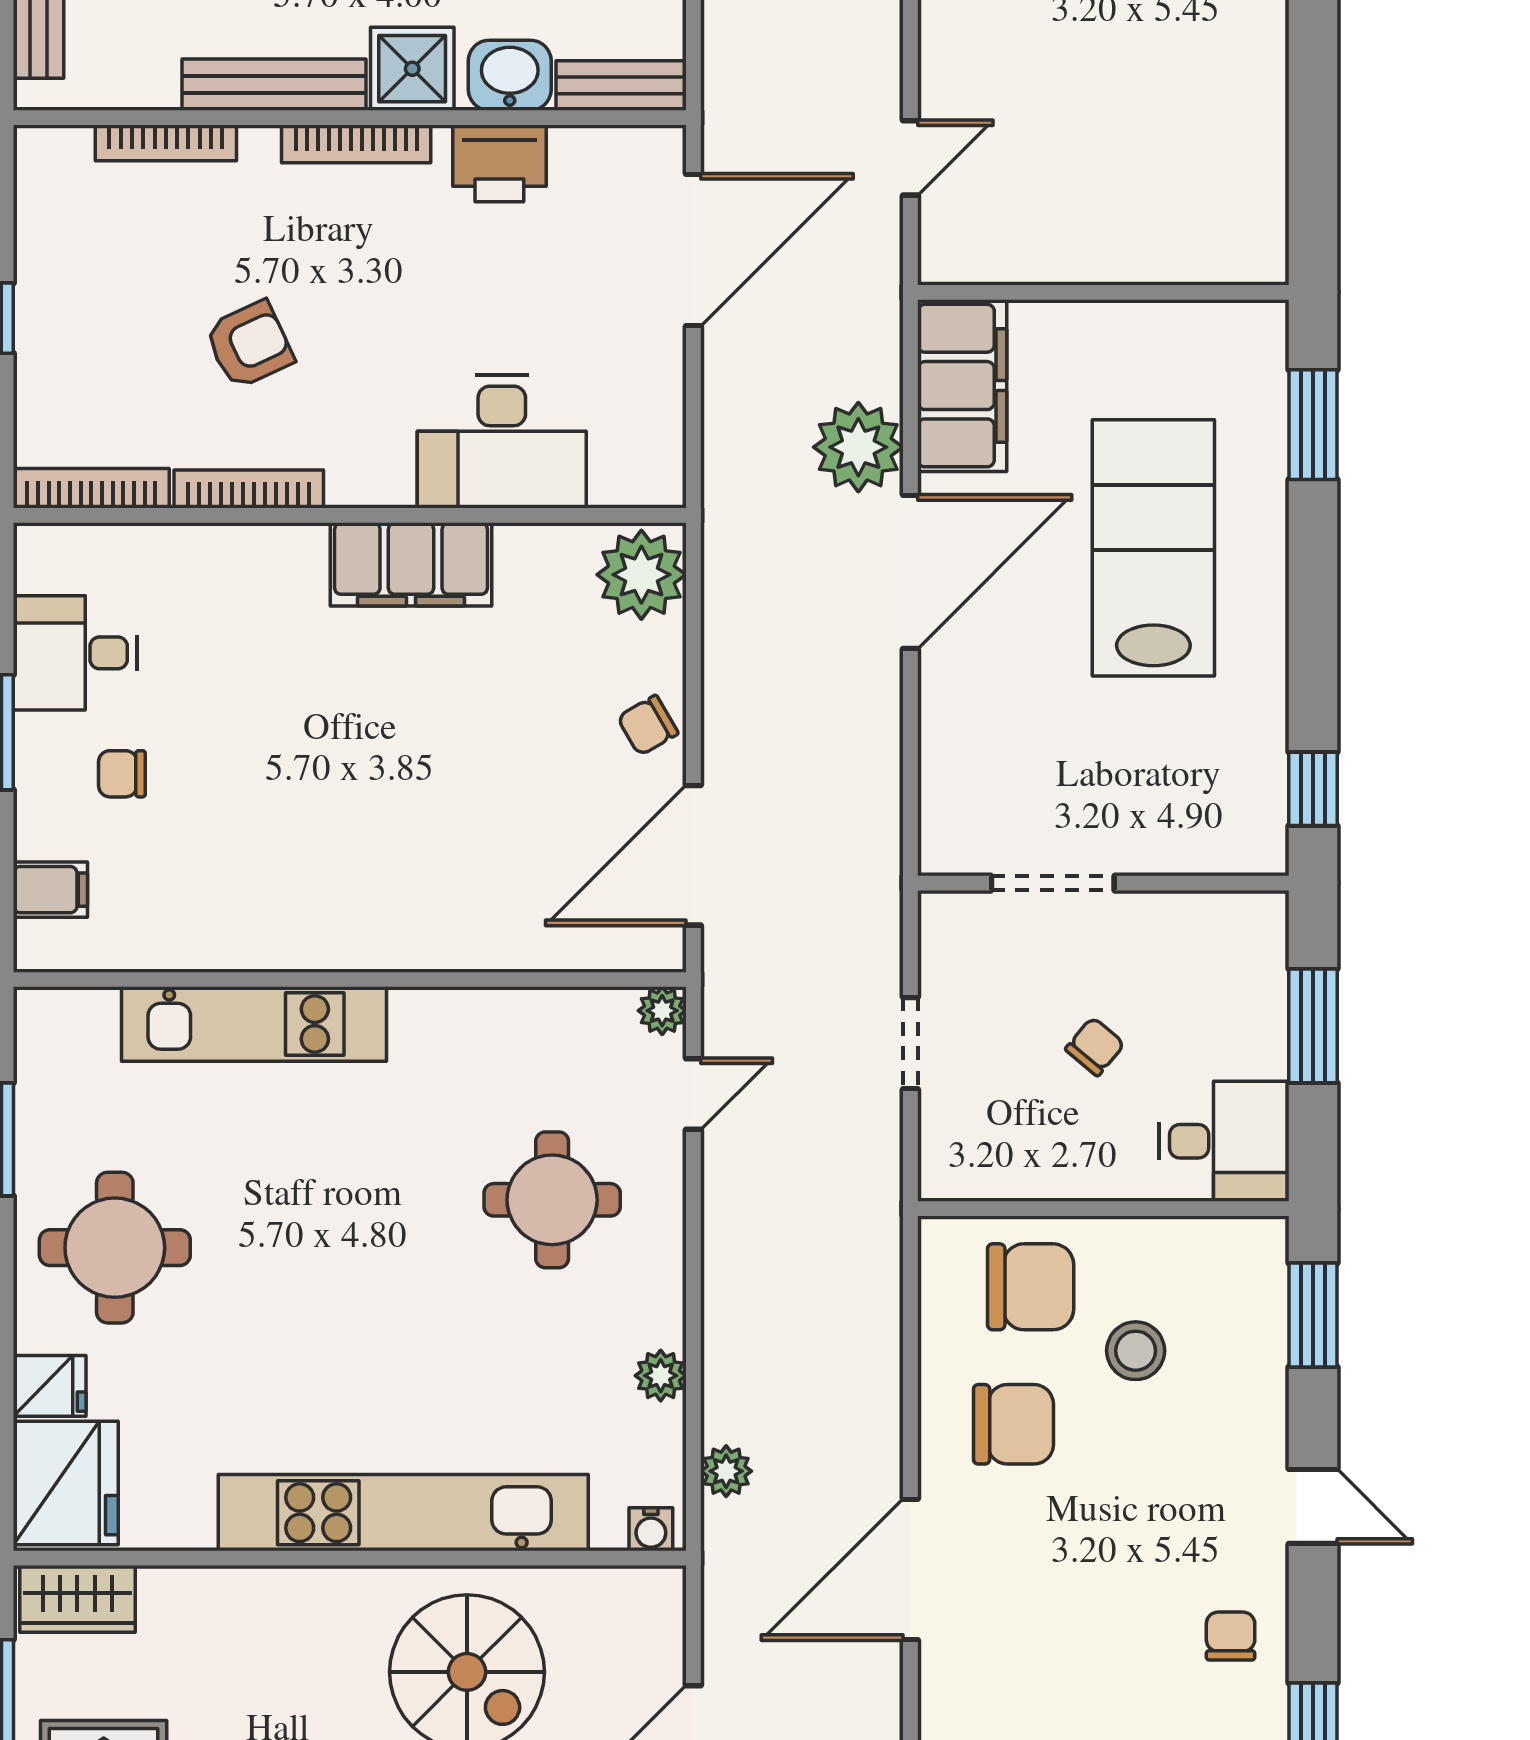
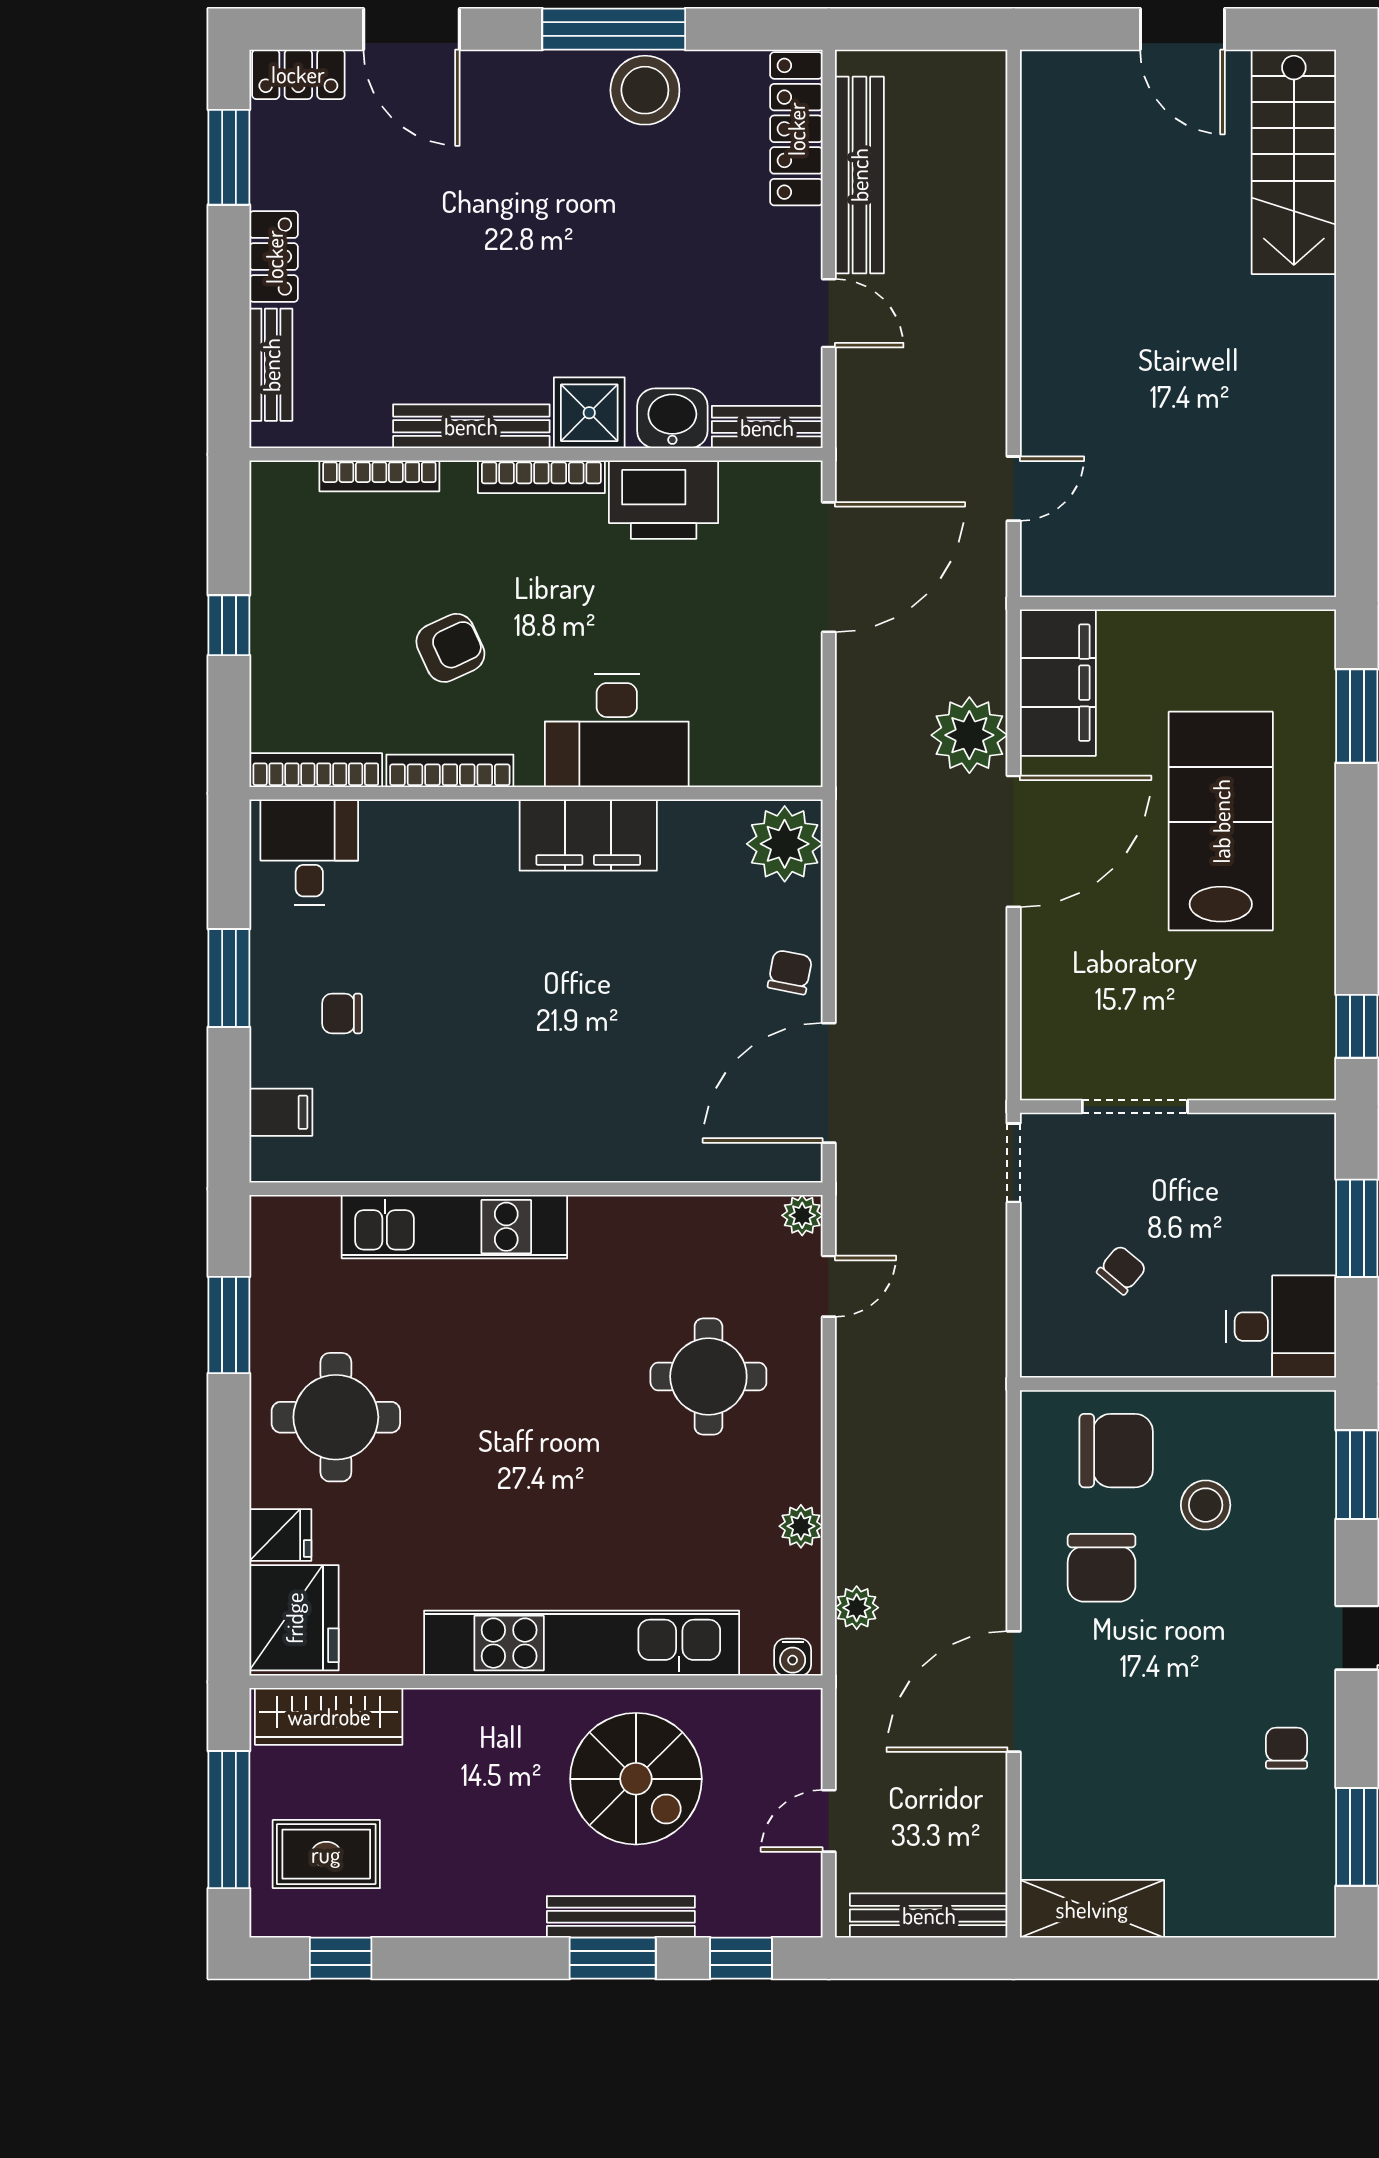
printer: (499, 163) -> (664, 500), width x1.37, depth x1.19
desk: (502, 442) -> (617, 731), moved
desk: (75, 653) -> (309, 852), moved, turned 90
chair: (648, 725) -> (790, 972), turned 131
doorway: (910, 1043) -> (1014, 1163), moved
chair: (1095, 1047) -> (1122, 1270), moved
chair: (1013, 1424) -> (1102, 1568), turned 90
wardrobe: (77, 1599) -> (329, 1716), width x1.50

